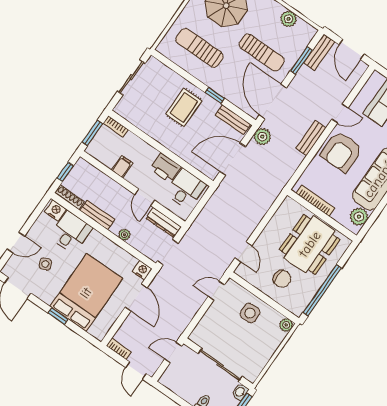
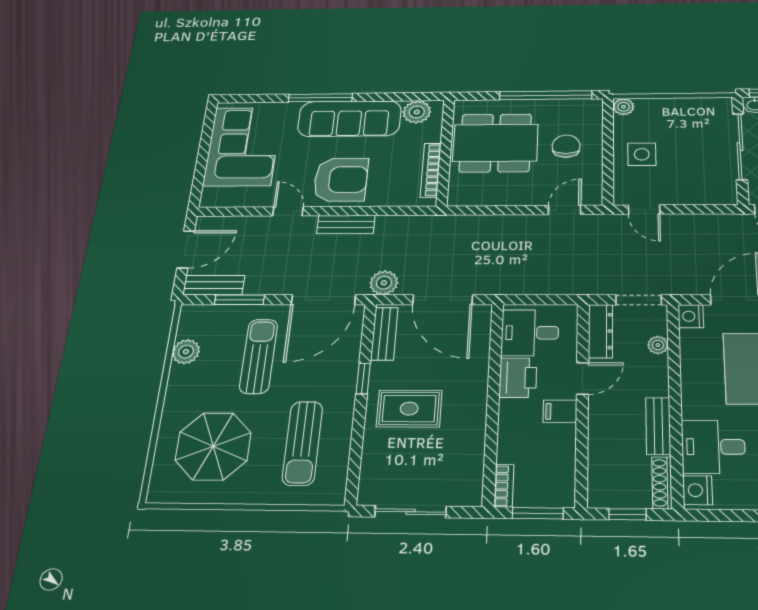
filing cabinet: (122, 167) -> (560, 411), moved
plant: (124, 235) -> (658, 345), moved

